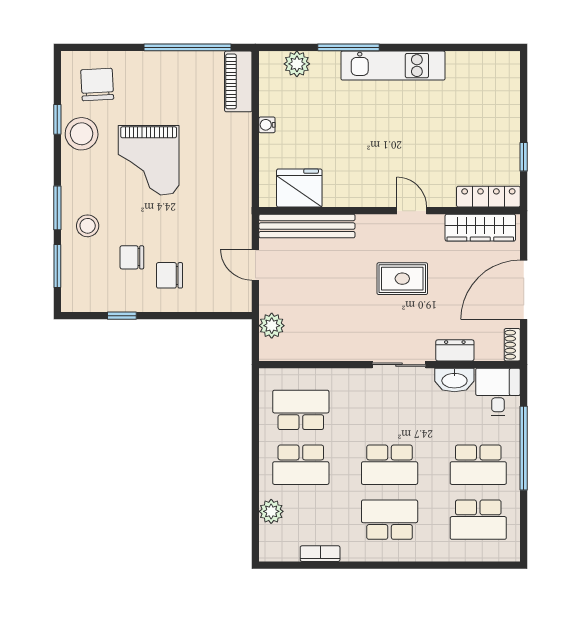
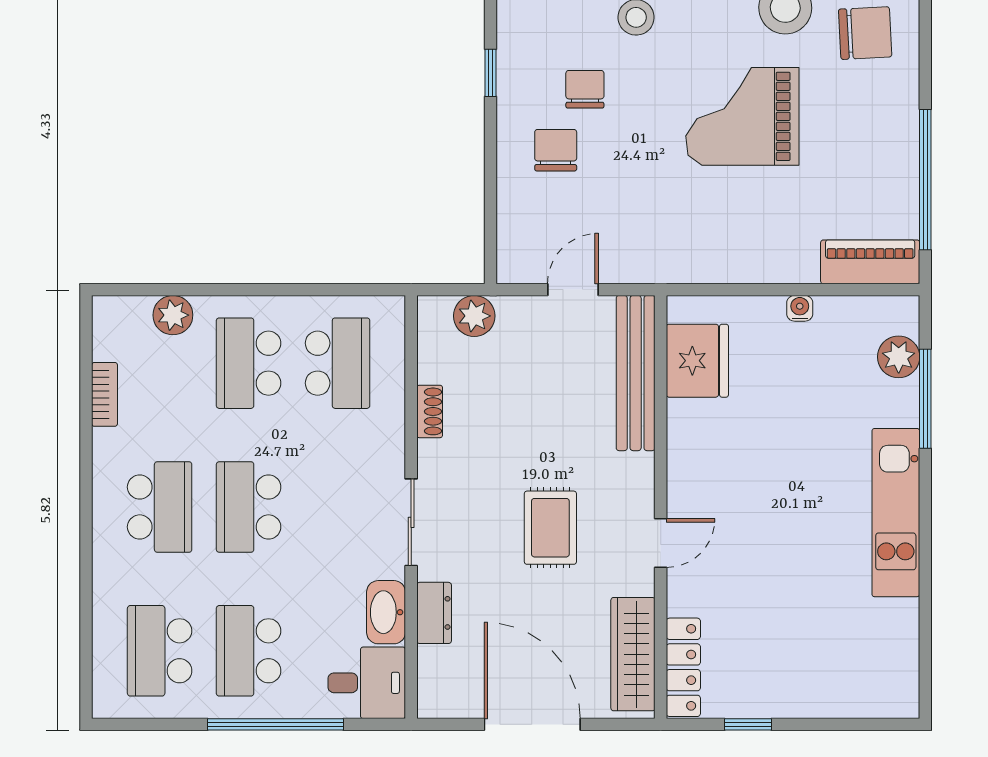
window: (349, 47) -> (925, 399), moved
shoe rack: (512, 345) -> (430, 411), moved, turned 90

